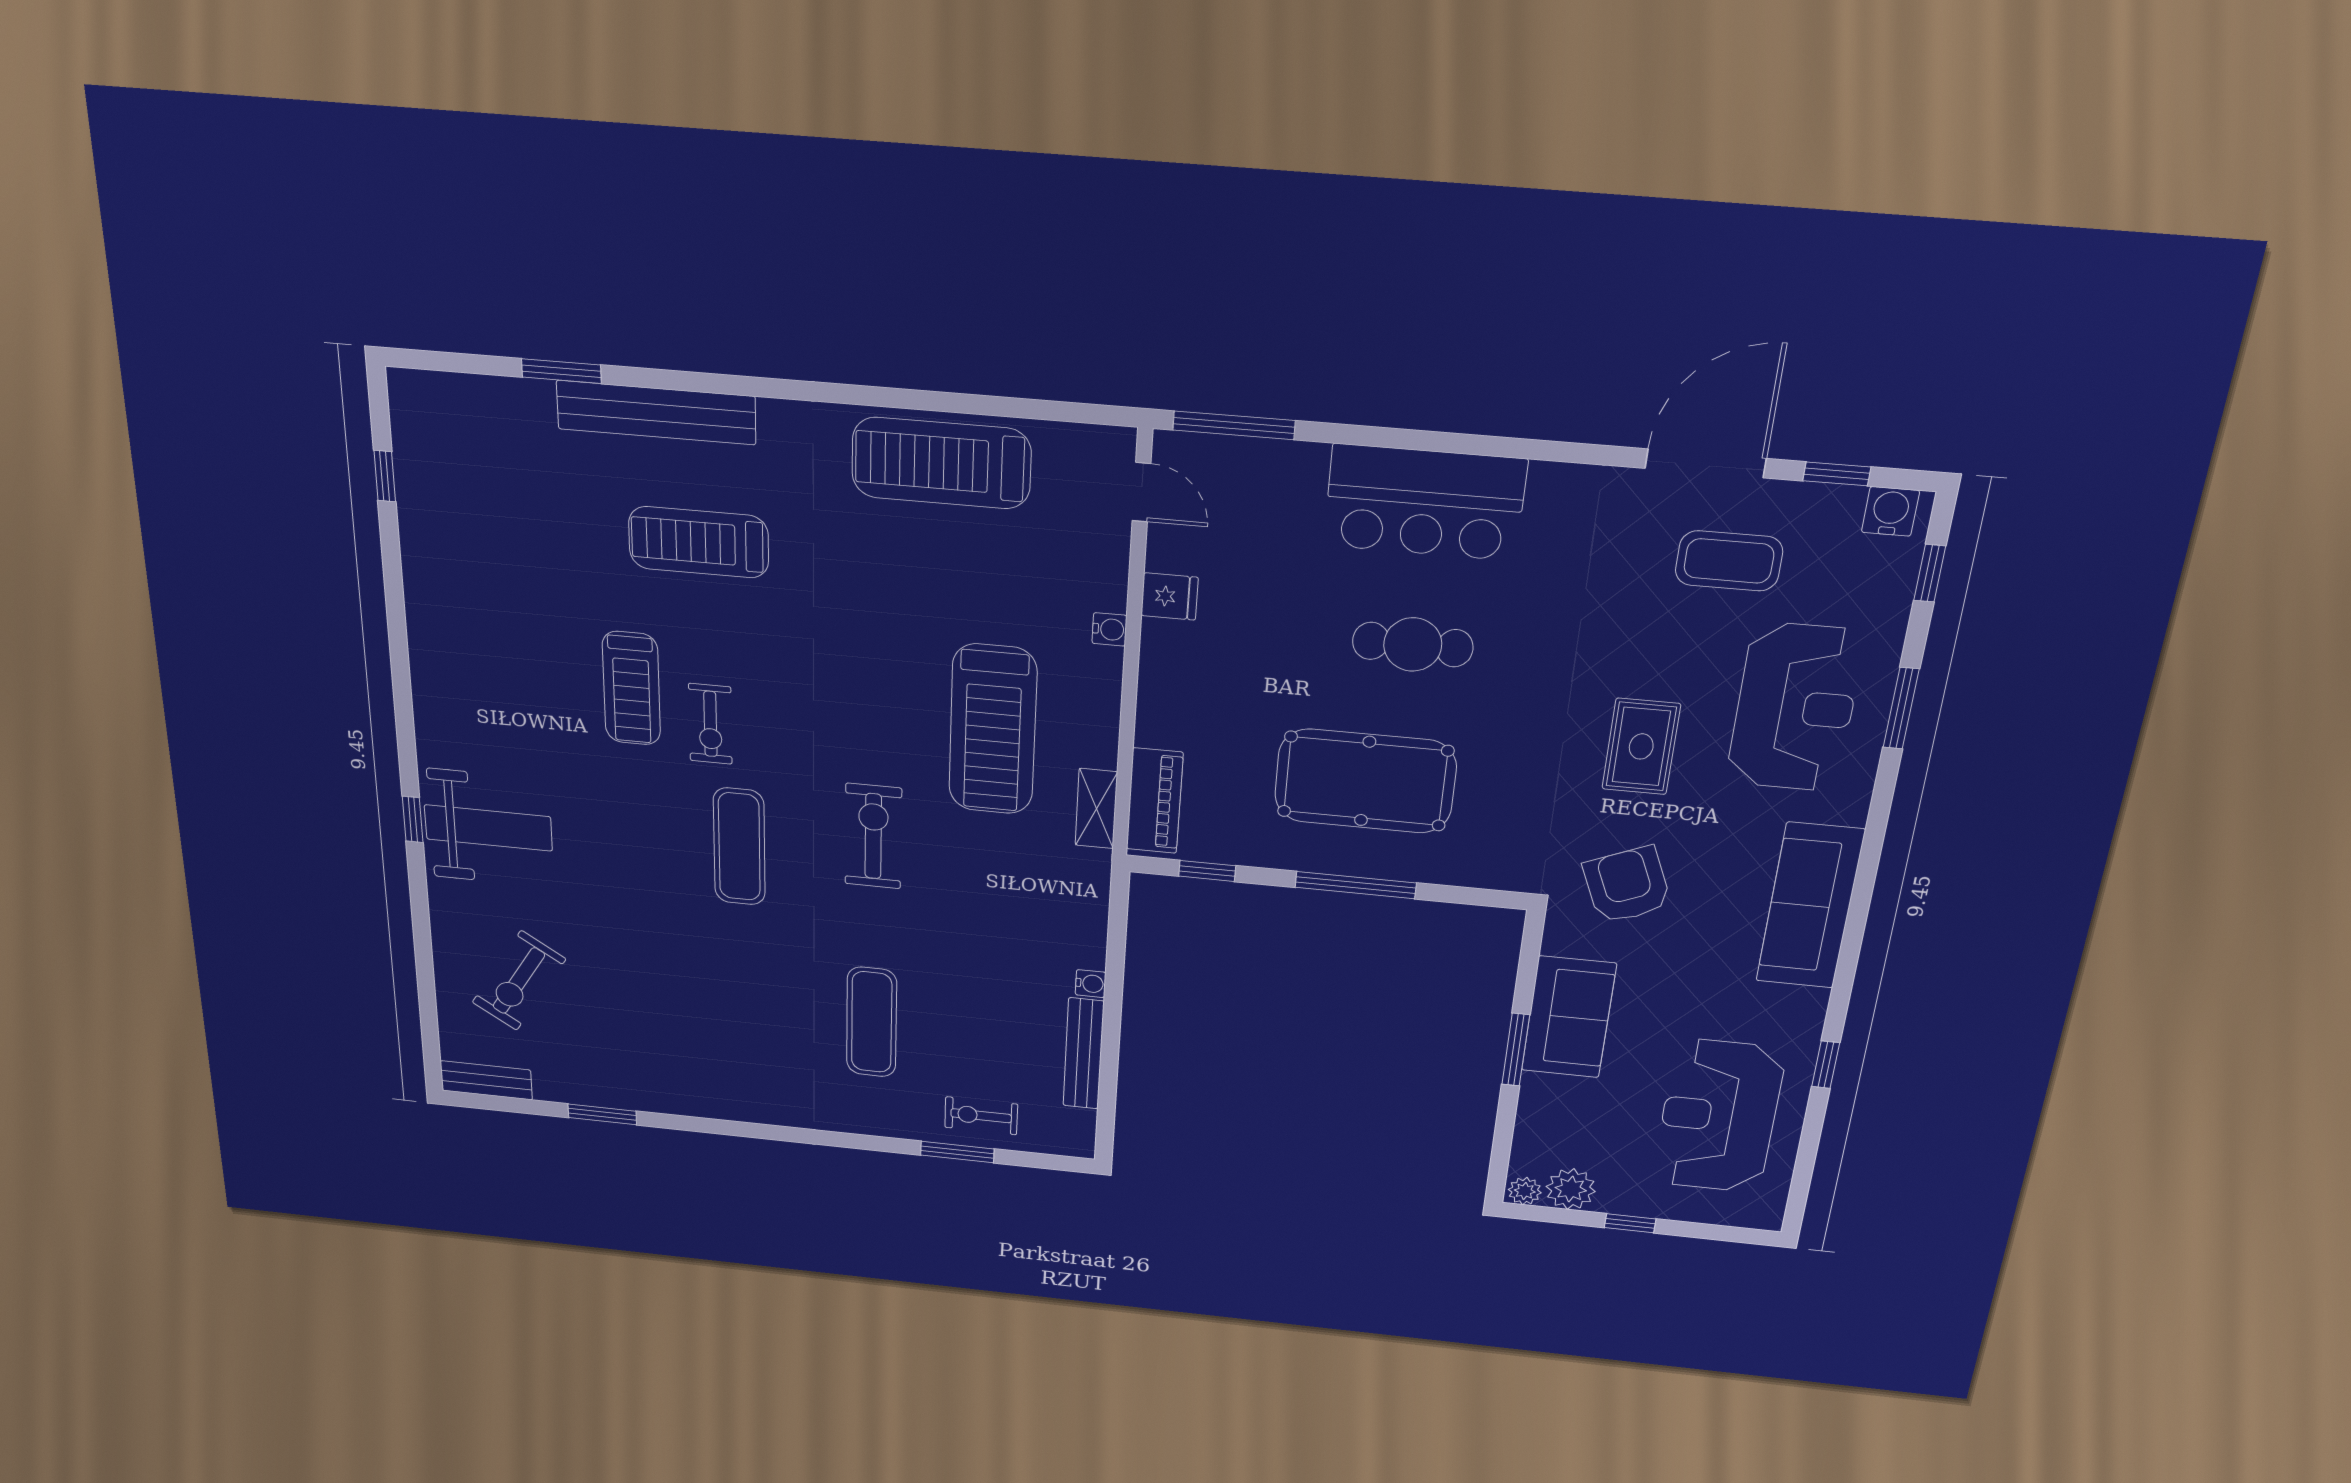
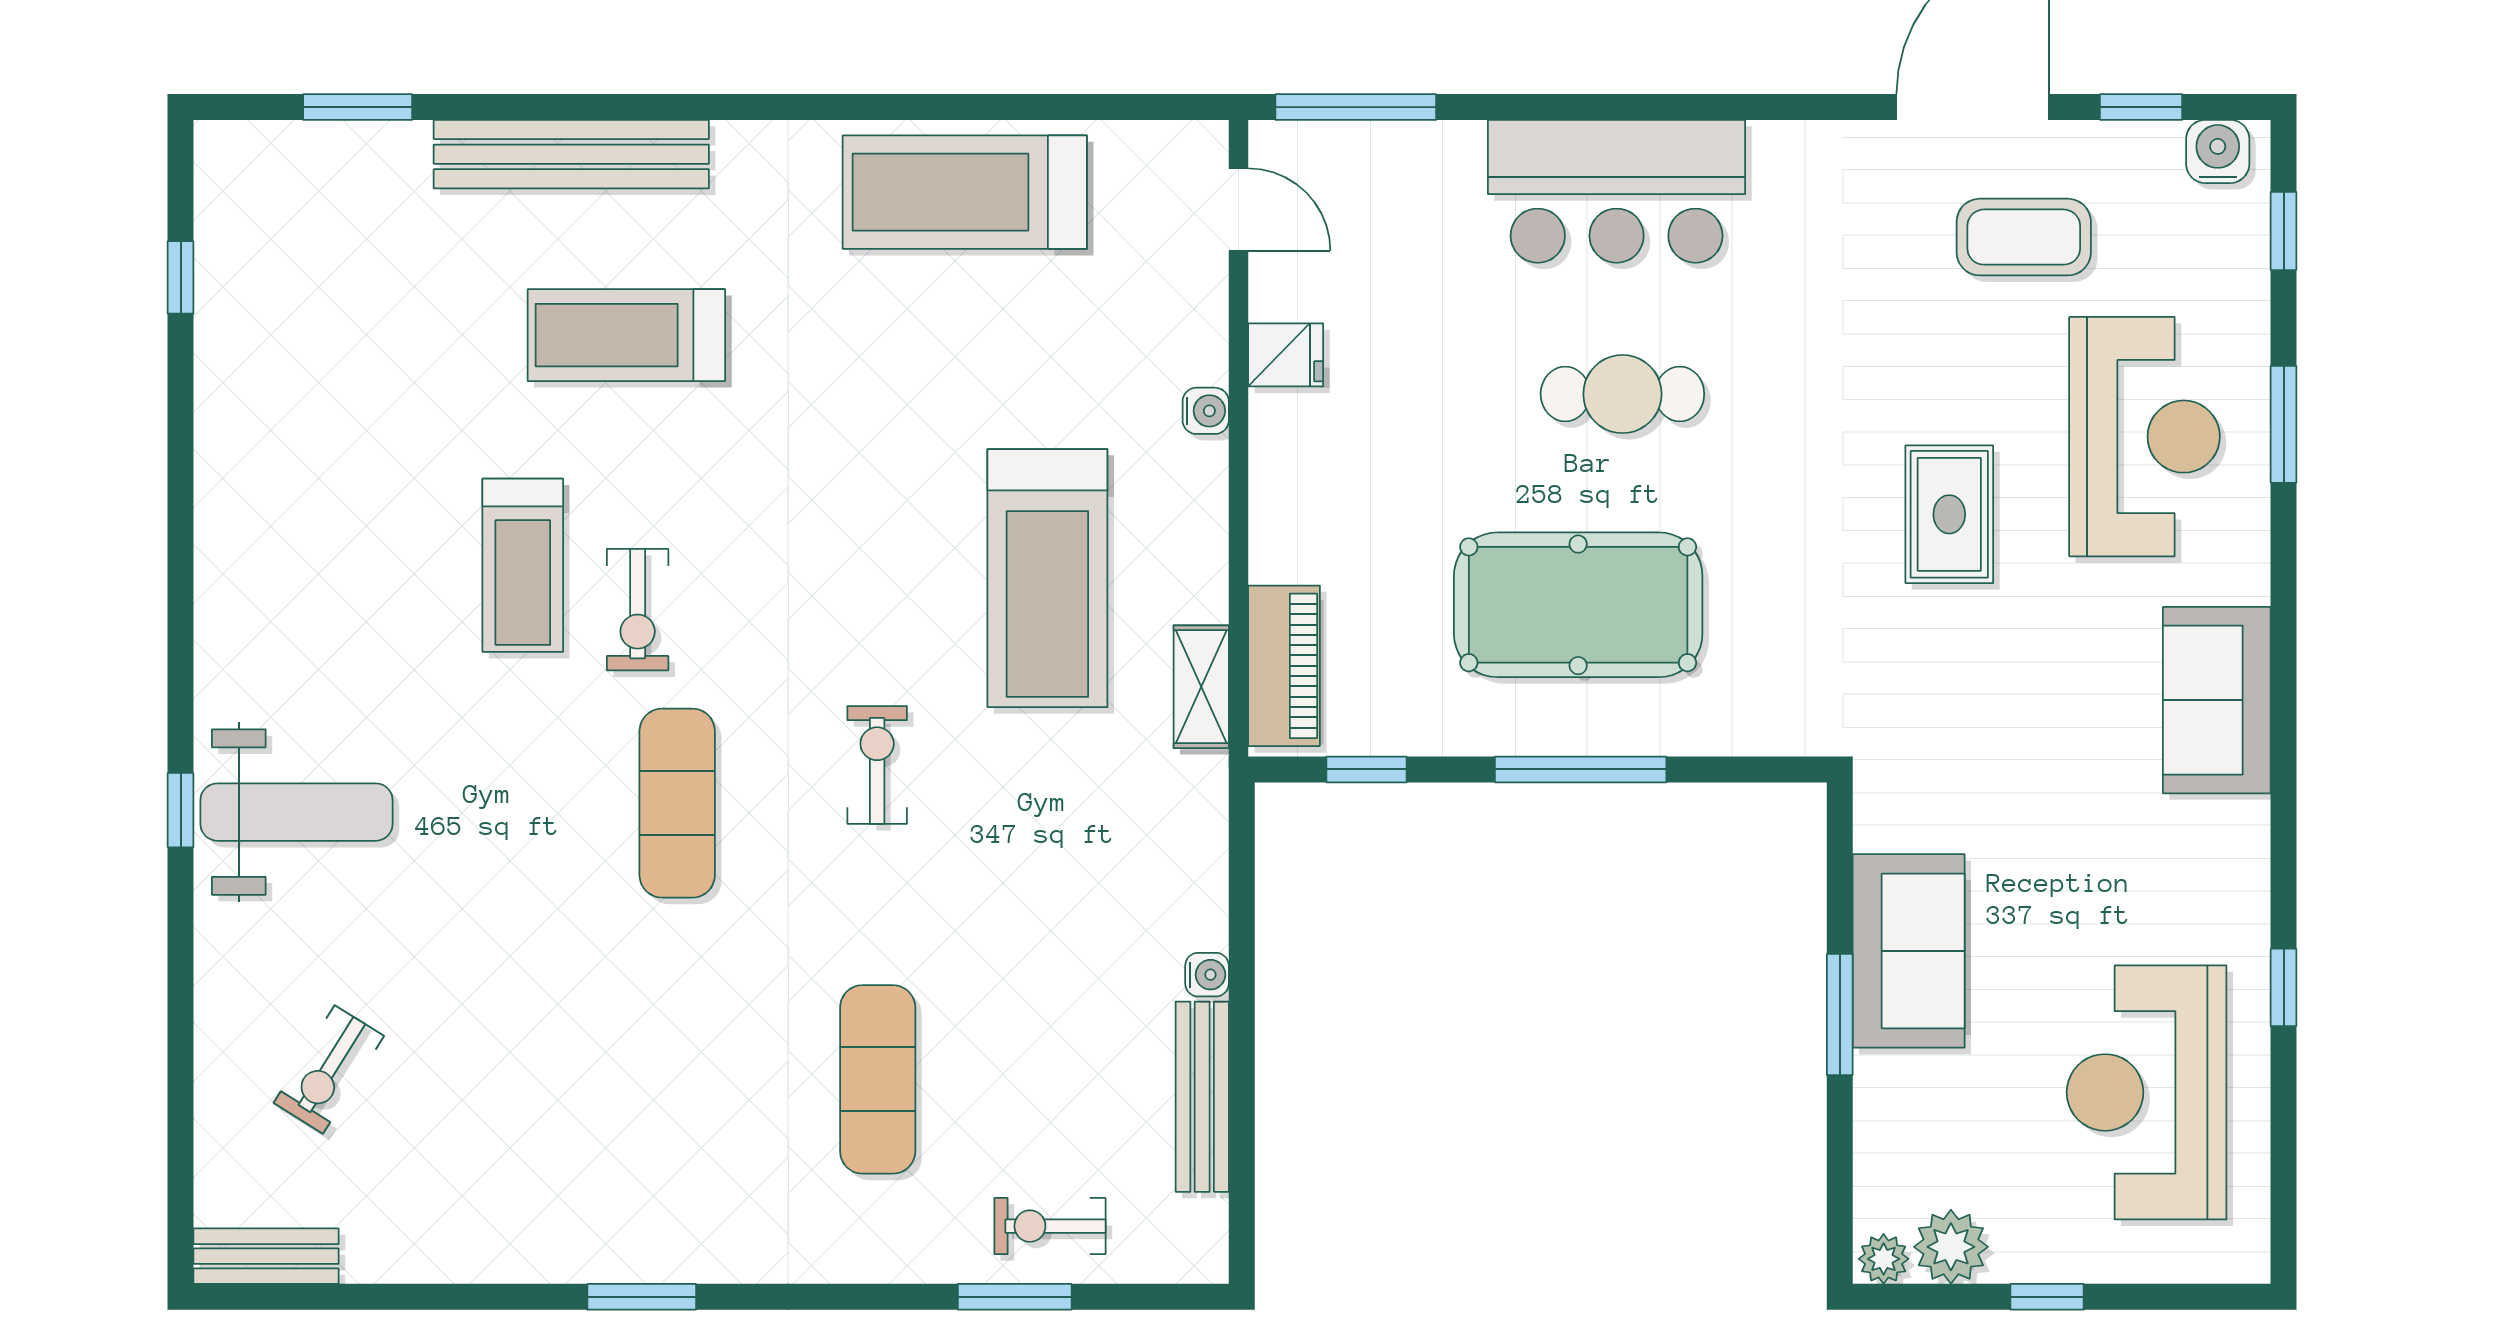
window: (561, 371) -> (358, 107), moved
exercise bike: (873, 836) -> (877, 765), width x0.73, depth x0.72
armchair: (1627, 885) -> (1961, 729), removed
sofa: (1810, 906) -> (2217, 700), width x0.73
exercise bike: (519, 981) -> (329, 1069), width x0.73, depth x0.72
window: (602, 1114) -> (642, 1297), moved

